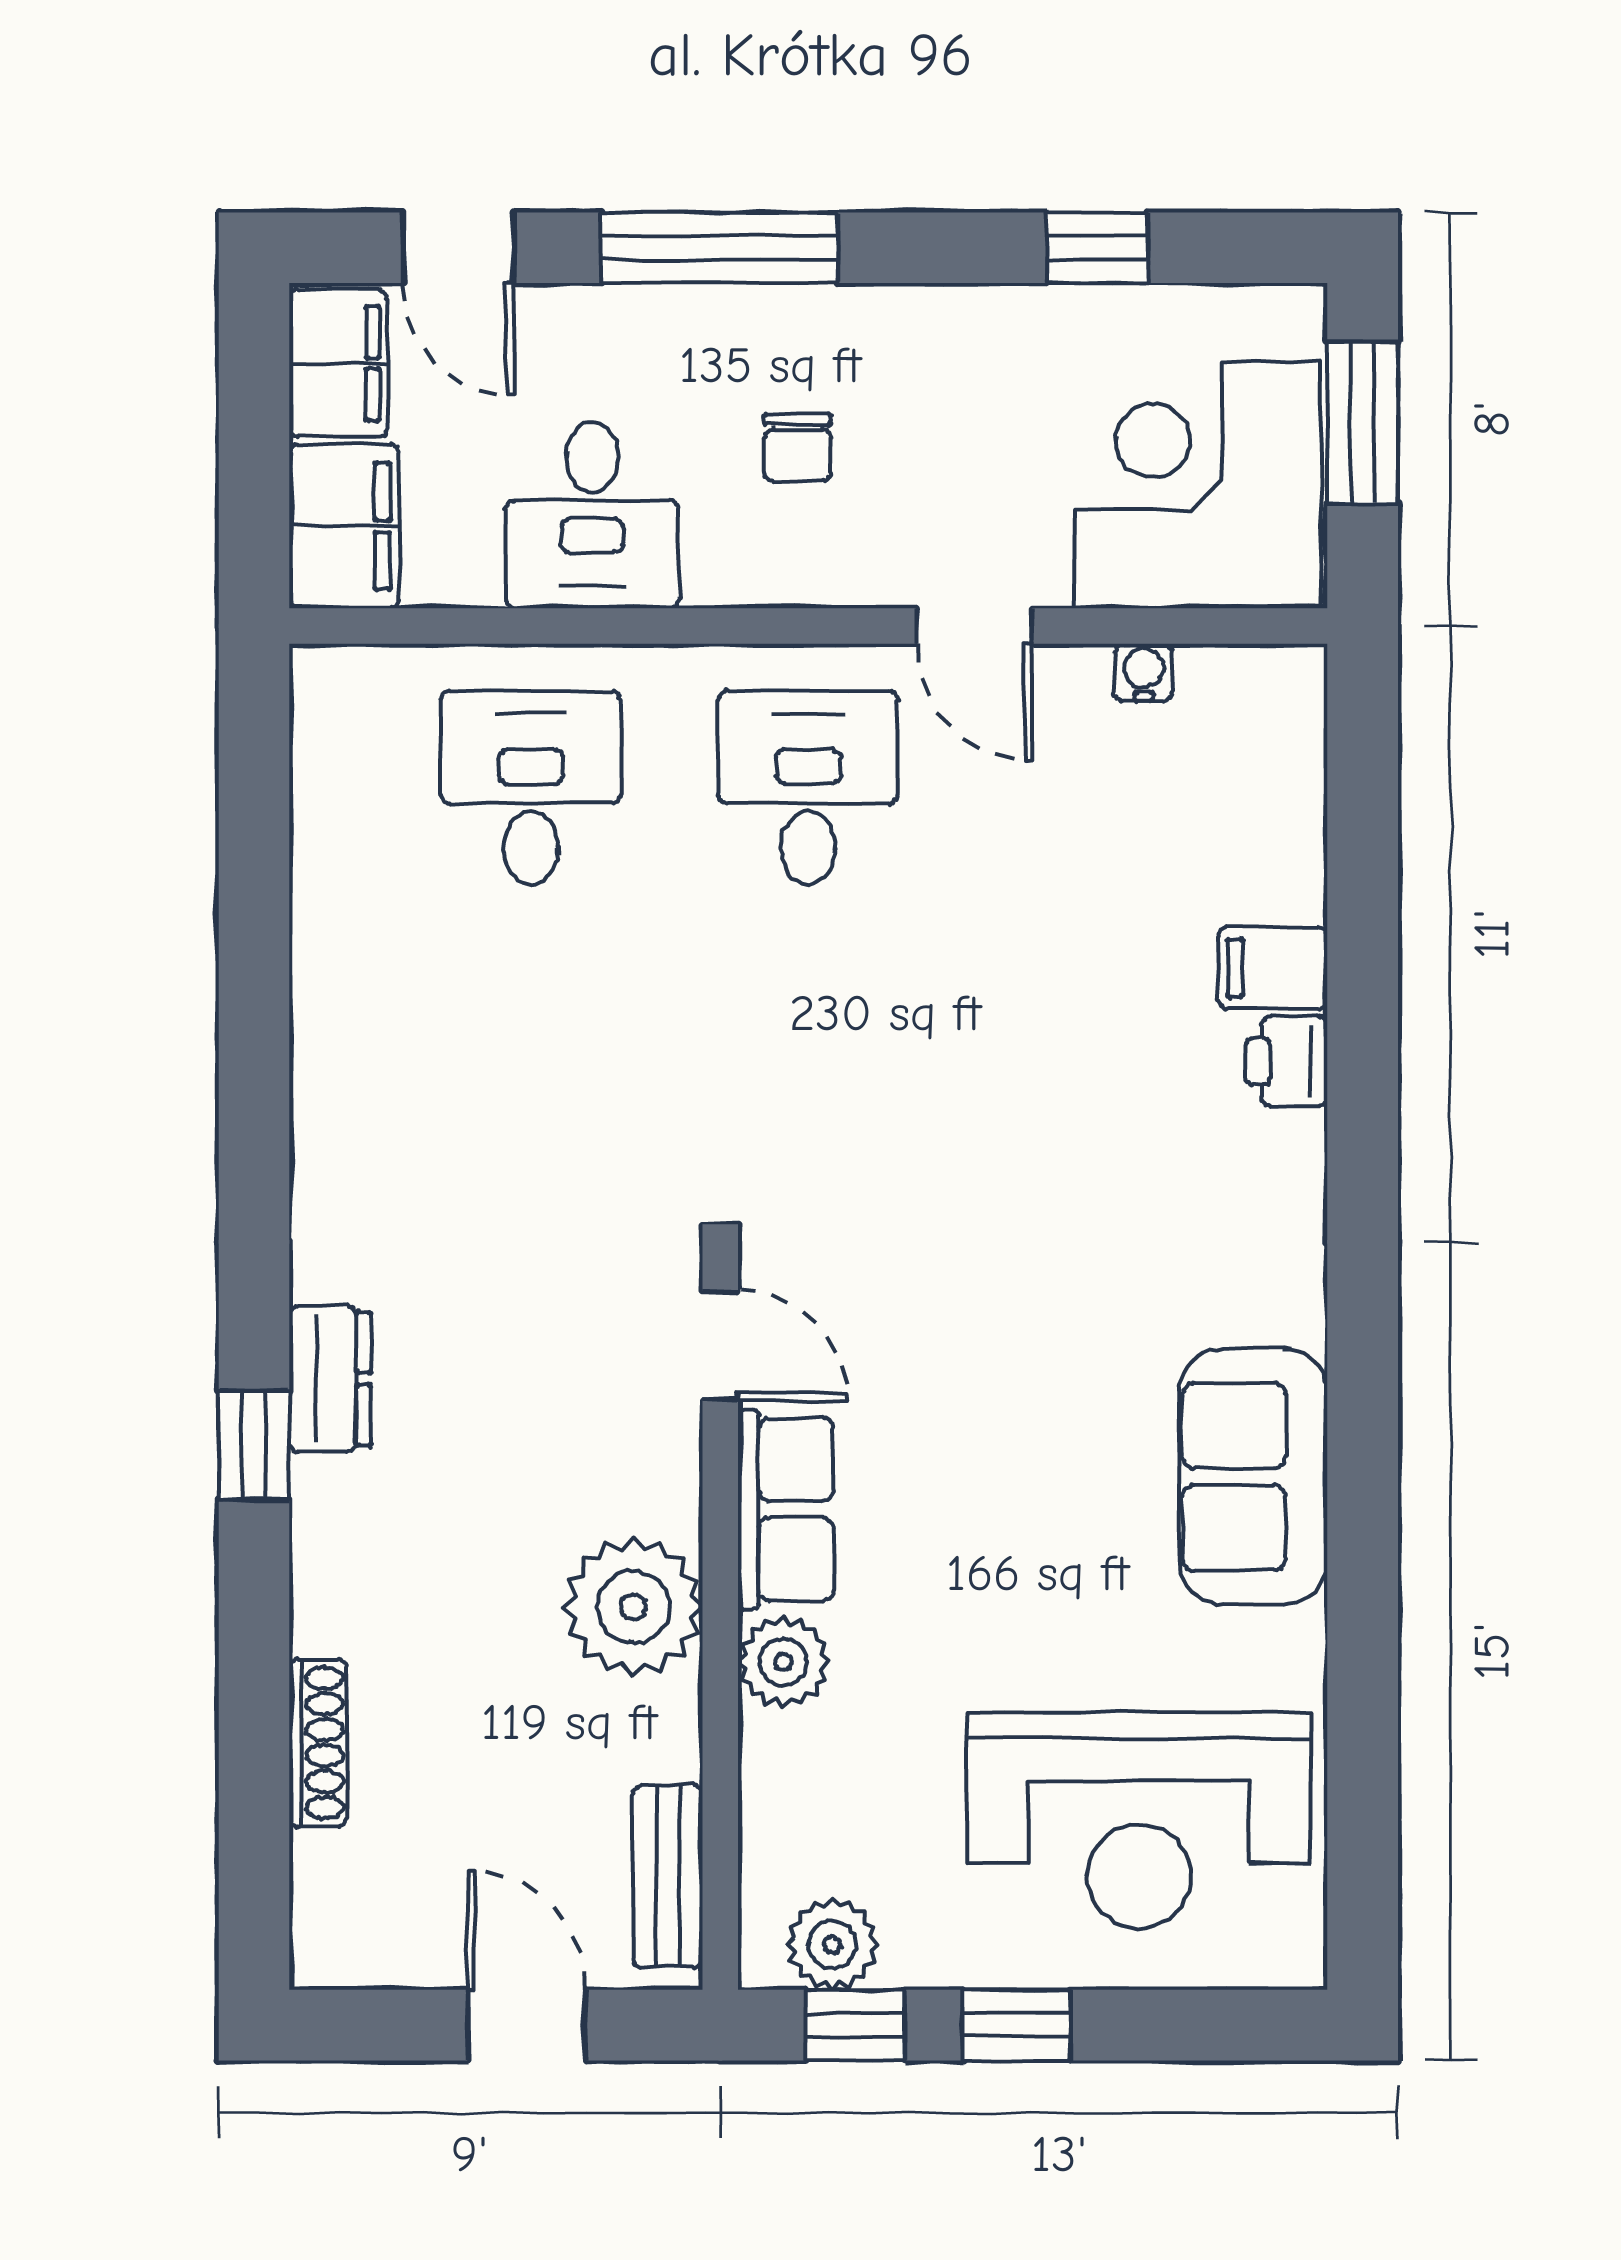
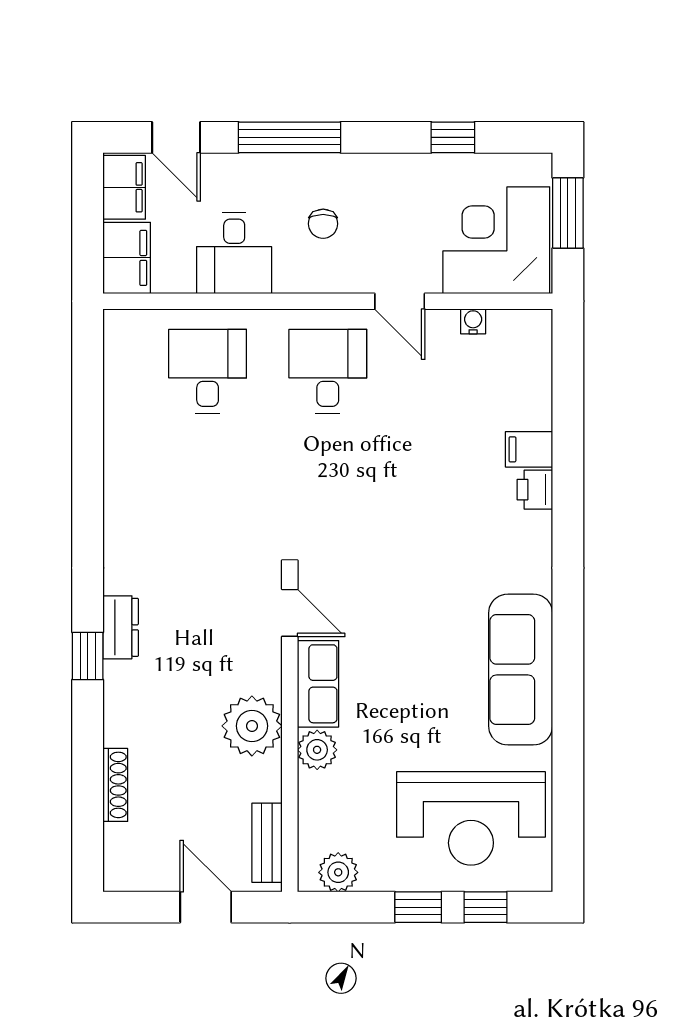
sofa: (1253, 1476) -> (521, 670), width x1.36
window: (855, 2025) -> (486, 907), moved

